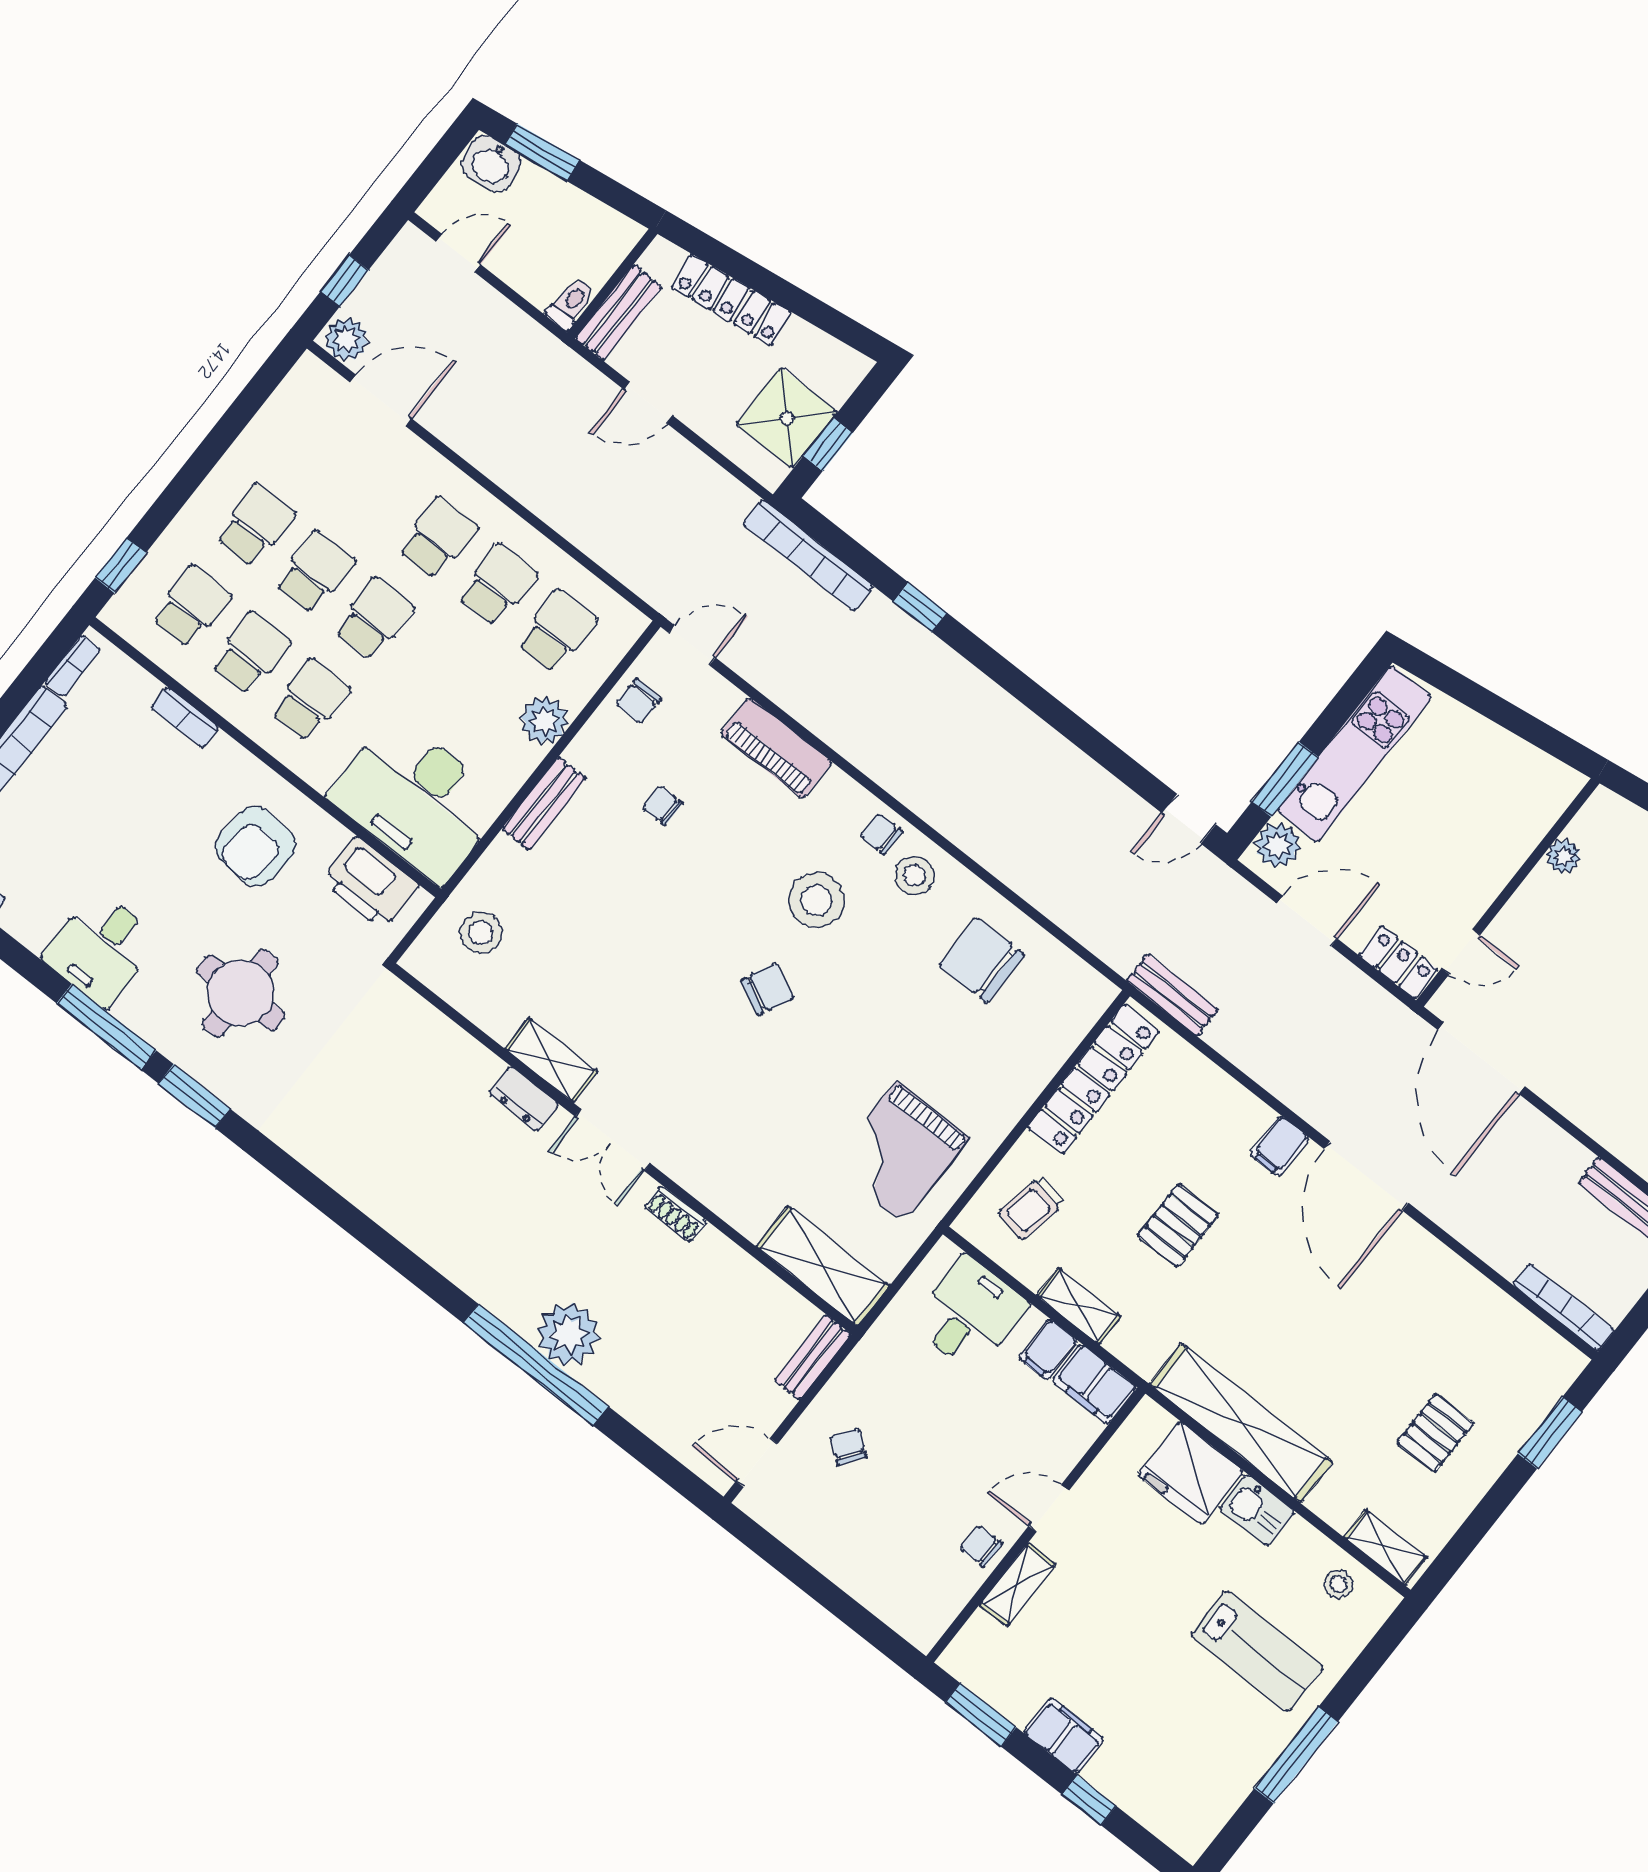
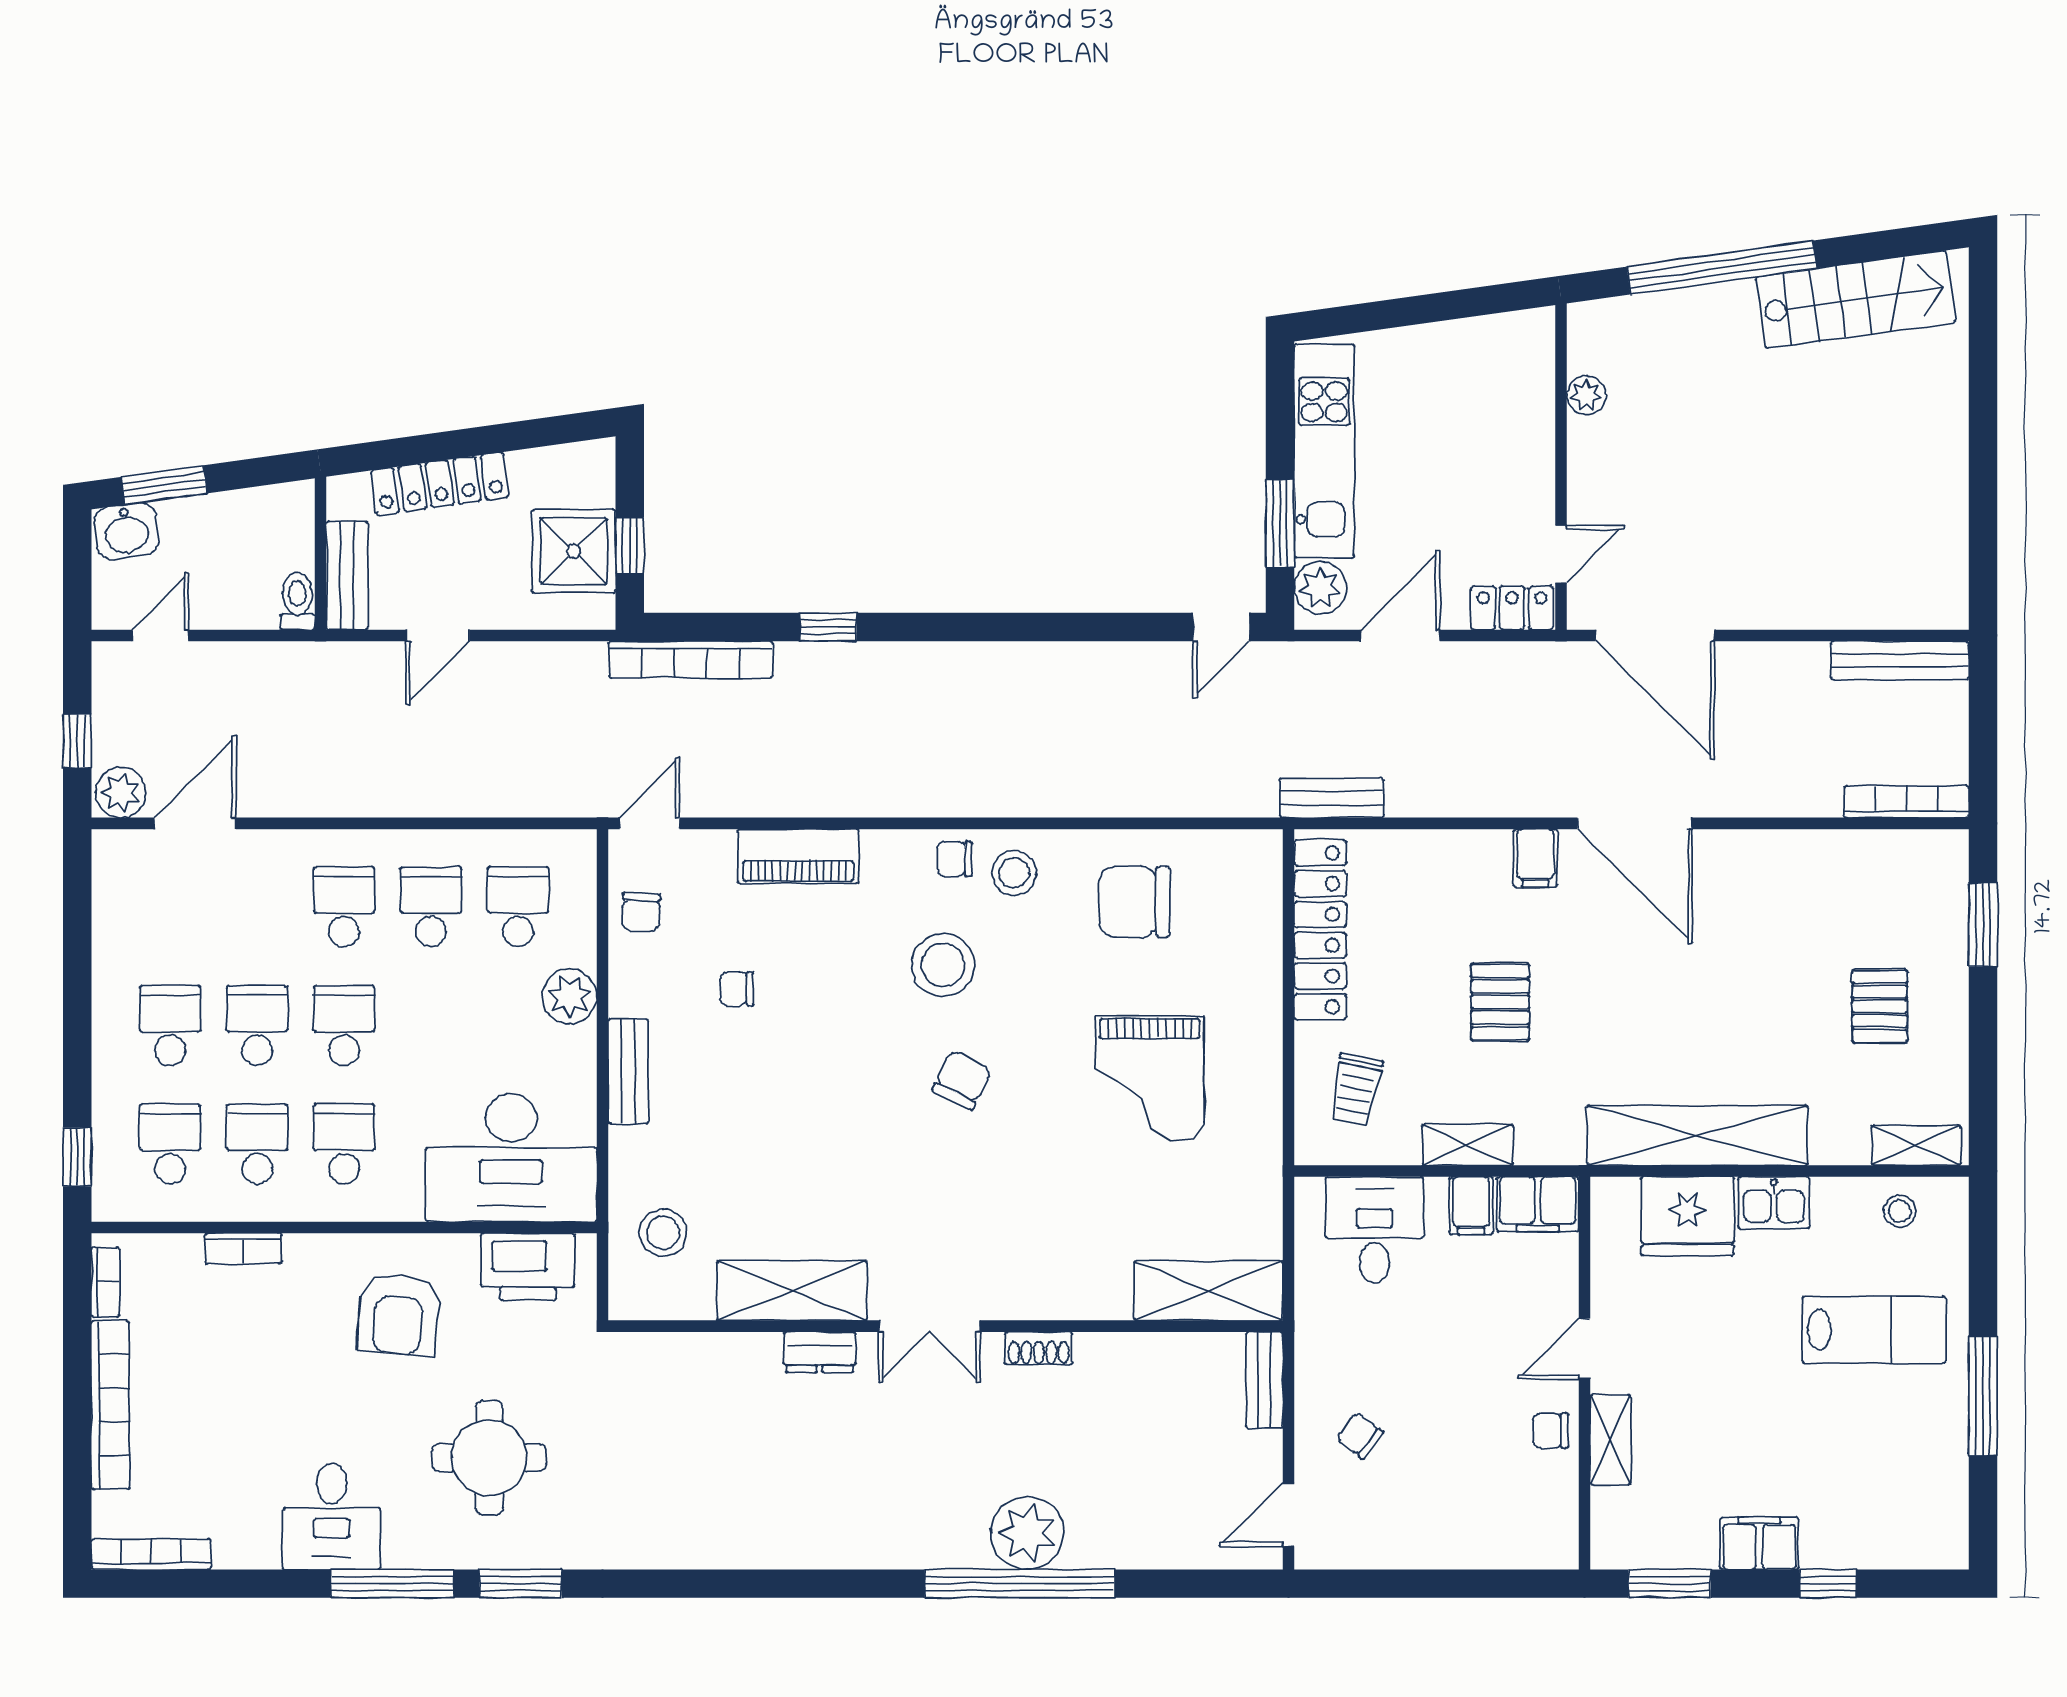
shelving: (551, 1060) -> (792, 1290), width x1.50, depth x1.33
grand piano: (900, 1152) -> (1150, 1079), moved

